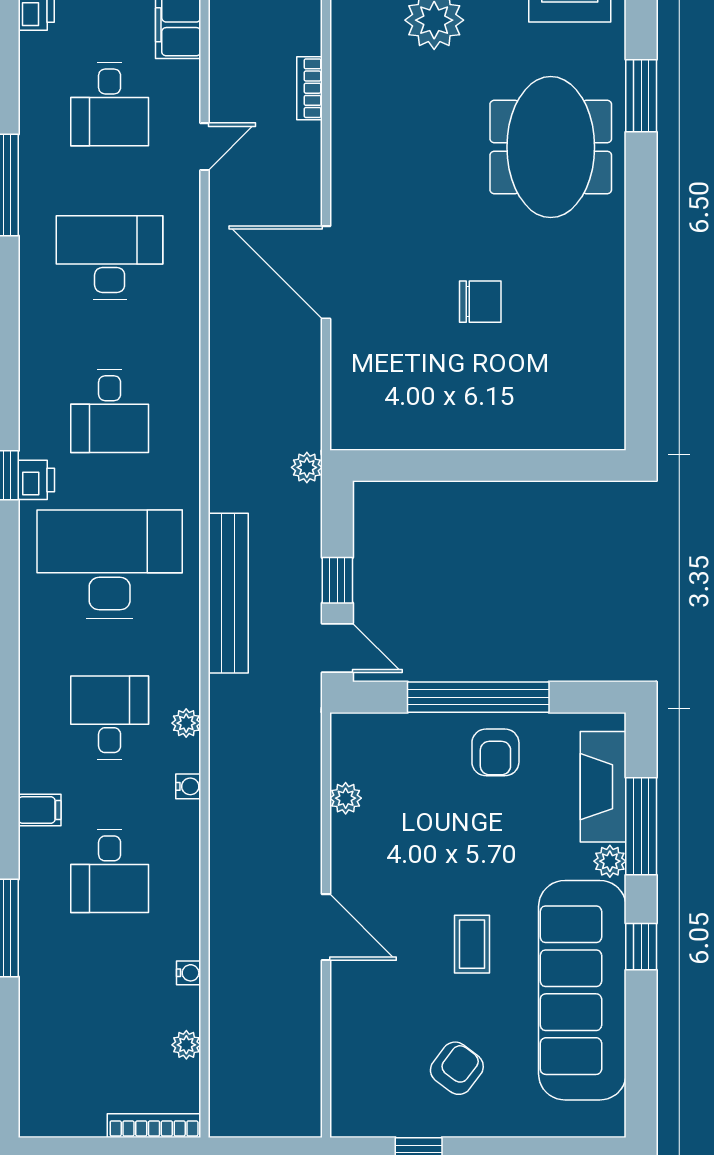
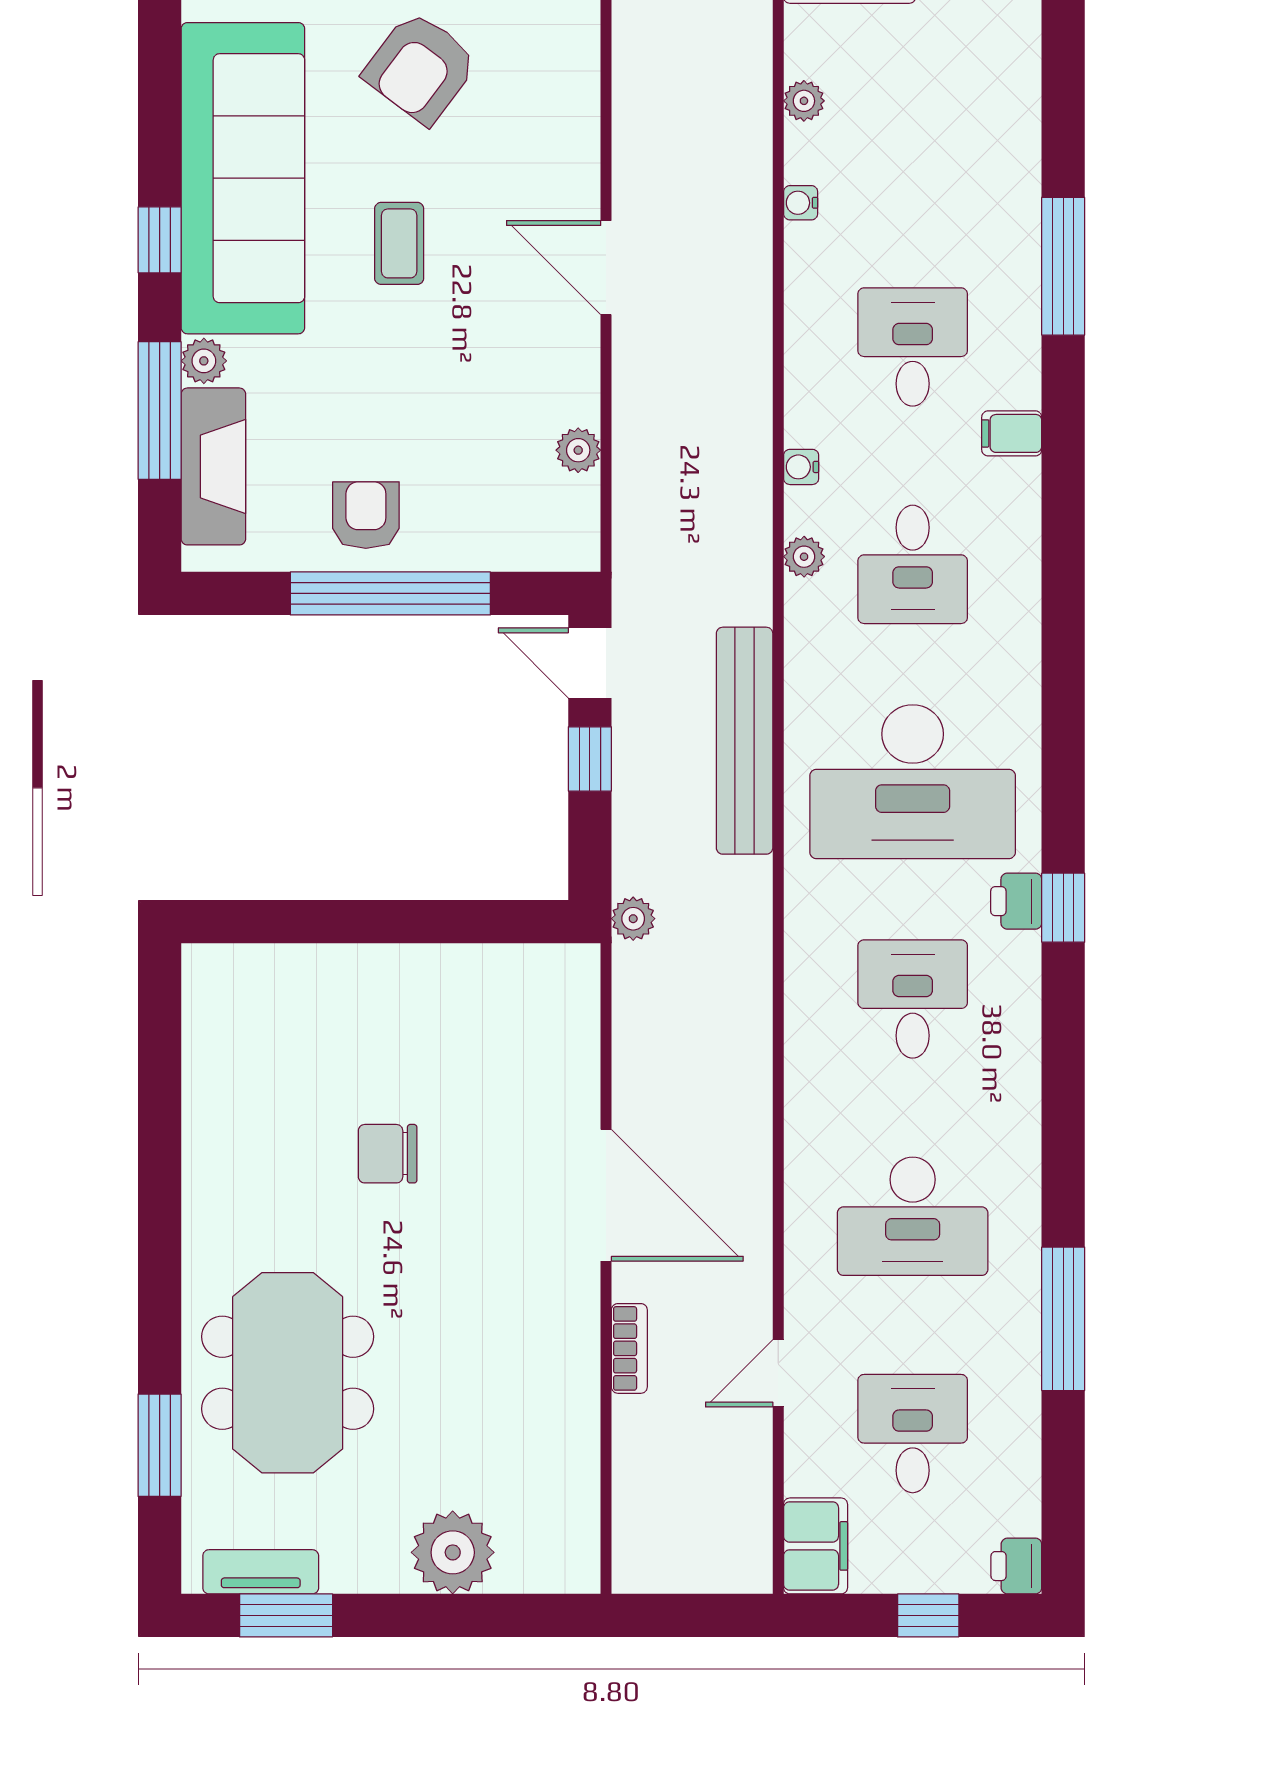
bookcase: (310, 88) -> (629, 1348), moved
armchair: (457, 1068) -> (421, 68), width x1.38, depth x1.38

